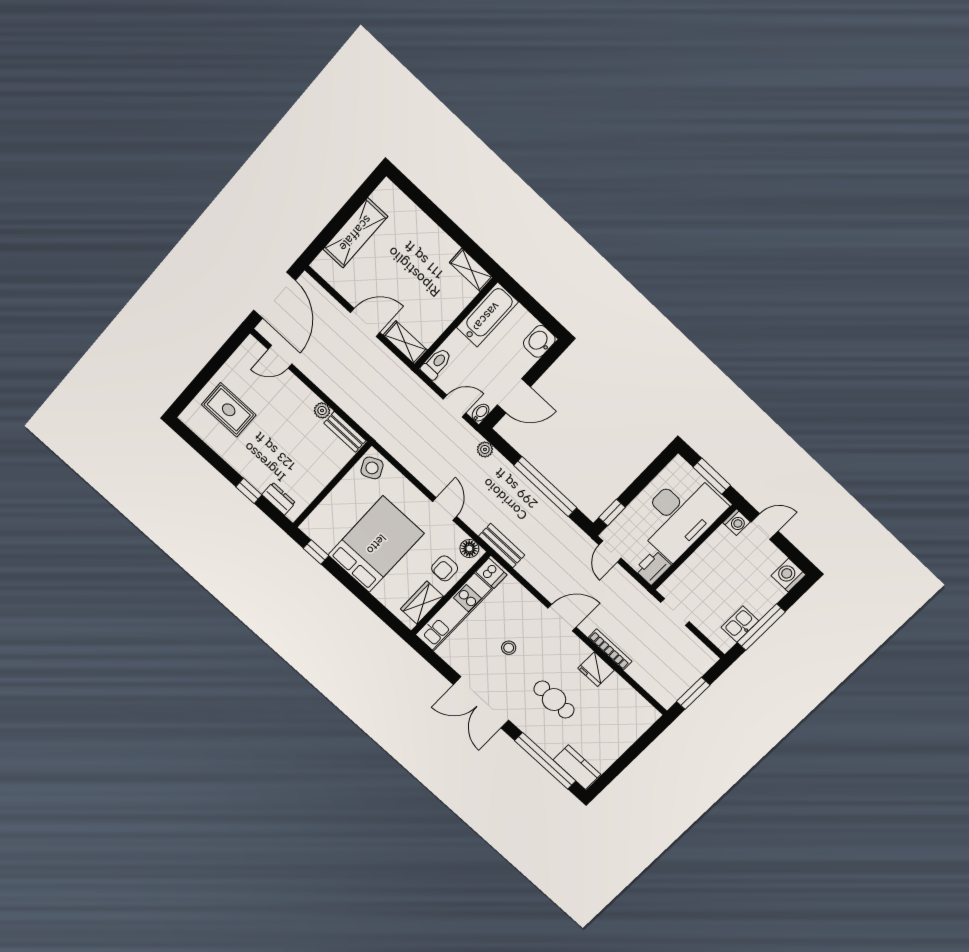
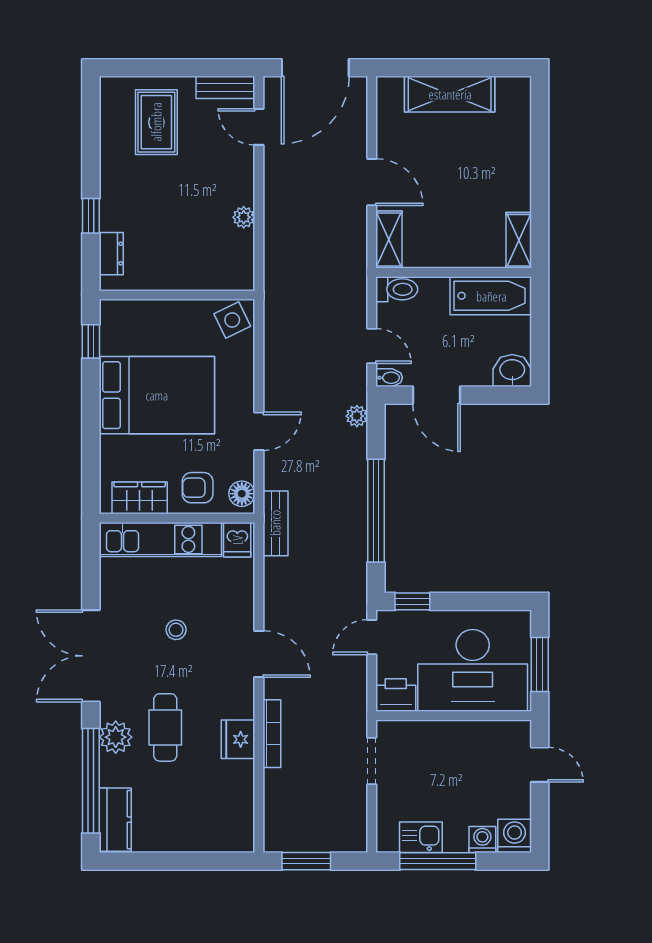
bench: (345, 432) -> (225, 87), moved, turned 90
washing machine: (736, 522) -> (482, 839), moved, turned 180
plant: (535, 728) -> (116, 737), added

